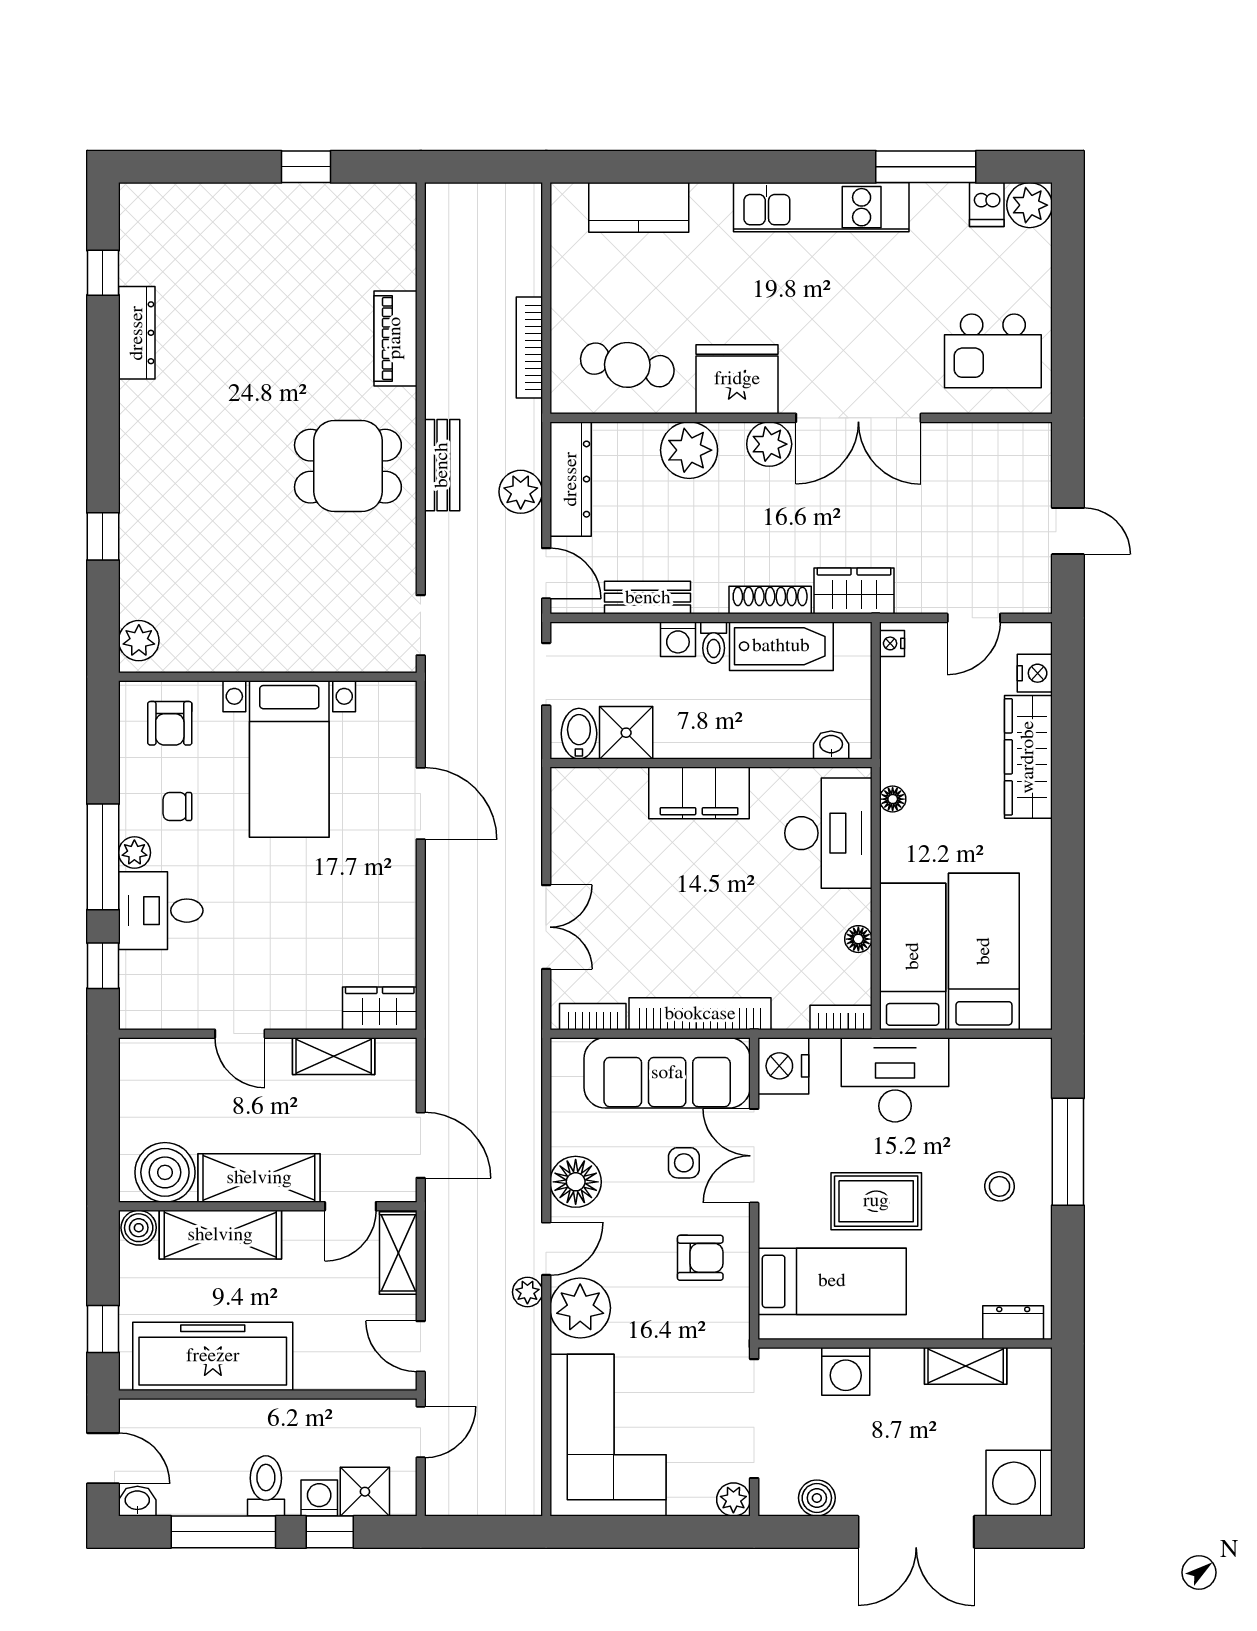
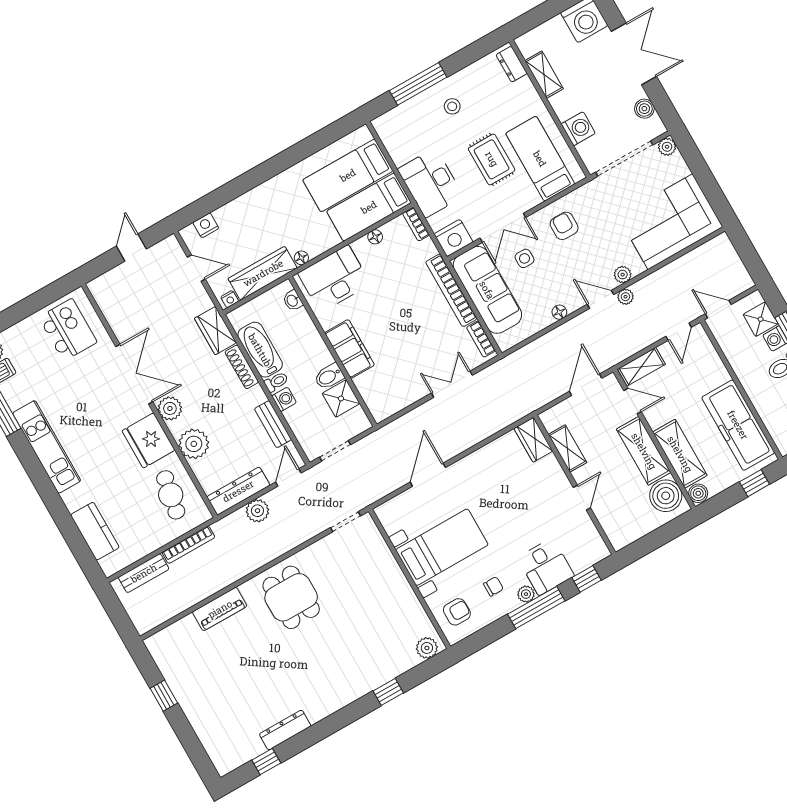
bench: (442, 465) -> (144, 573), moved
bidet: (579, 734) -> (329, 376), moved
wardrobe: (1028, 757) -> (263, 273), moved, turned 180
chair: (177, 807) -> (493, 586), turned -90
floor lamp: (576, 1182) -> (559, 312), width x0.53, depth x0.53
plant: (580, 1308) -> (623, 275), width x0.53, depth x0.53

